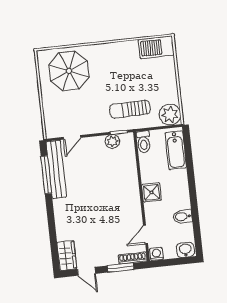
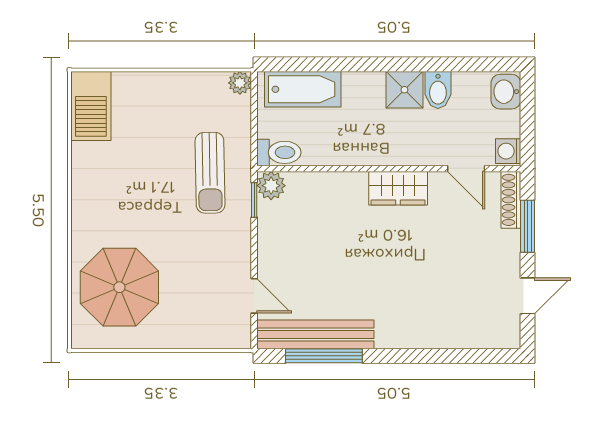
plant: (170, 115) -> (240, 83), width x0.53, depth x0.53
plant: (112, 141) -> (271, 186), moved
shower: (152, 192) -> (404, 90), moved
wardrobe: (67, 256) -> (398, 188), moved, turned 180

